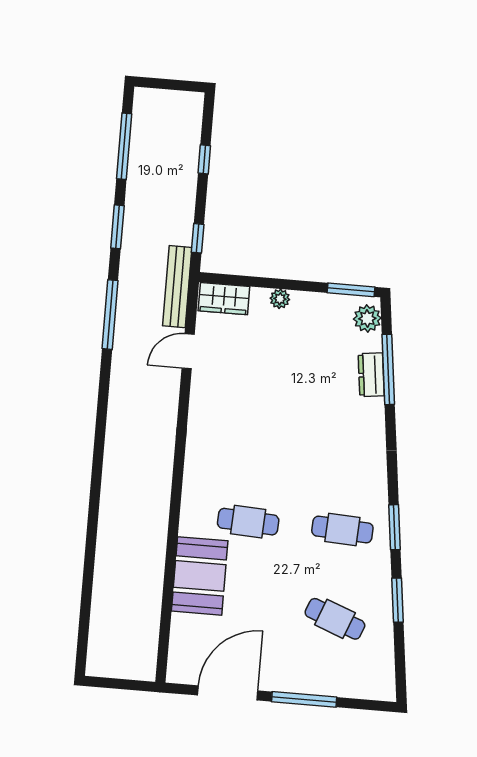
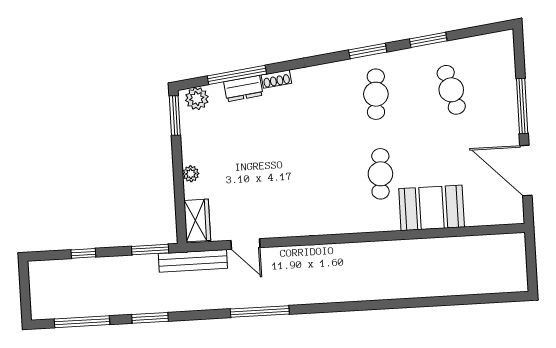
window: (198, 238) -> (150, 250), width x1.50
window: (110, 315) -> (260, 312), moved
shoe rack: (377, 415) -> (276, 79), added
cafe table: (335, 619) -> (451, 90), turned -36

